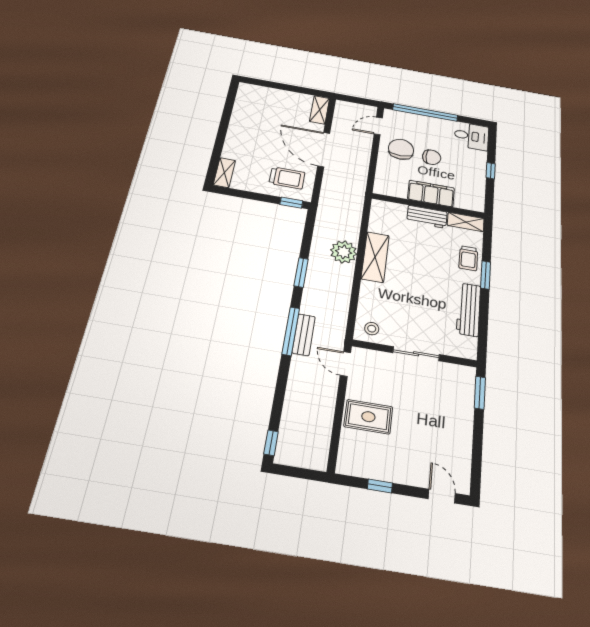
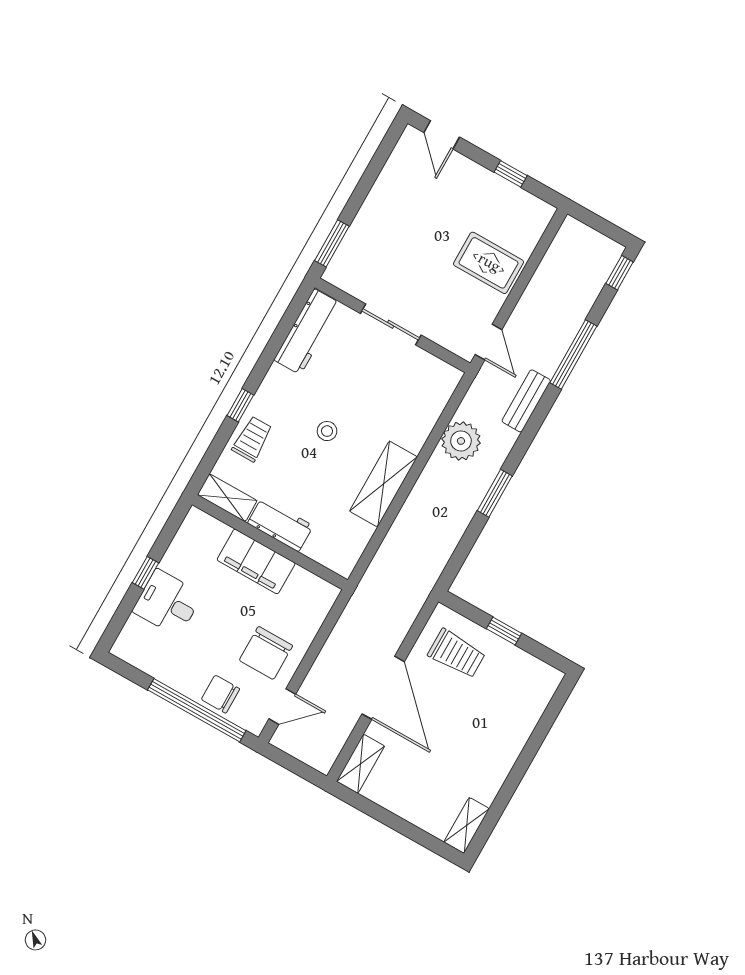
desk: (471, 136) -> (168, 603), moved
chair: (432, 157) -> (220, 694), moved
shelving: (224, 173) -> (467, 825), moved
trolley: (287, 178) -> (457, 654), turned 180
window: (291, 203) -> (504, 631), moved
plant: (344, 252) -> (461, 441), moved
window: (486, 275) -> (240, 405), width x0.67
workbench: (469, 309) -> (307, 332), moved
stool: (372, 329) -> (327, 431), moved
window: (291, 331) -> (573, 354), moved

